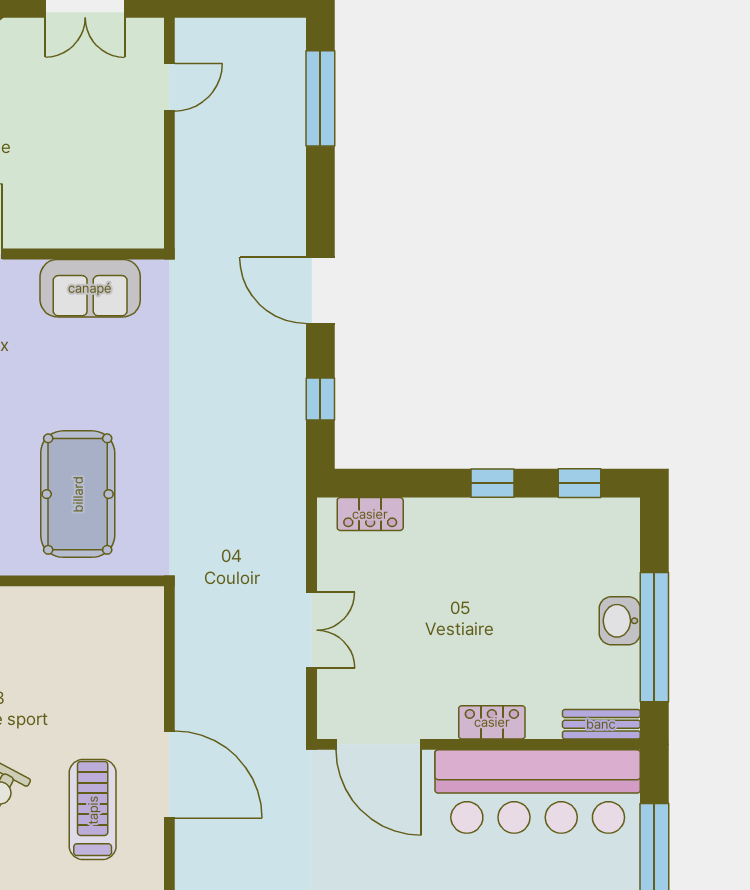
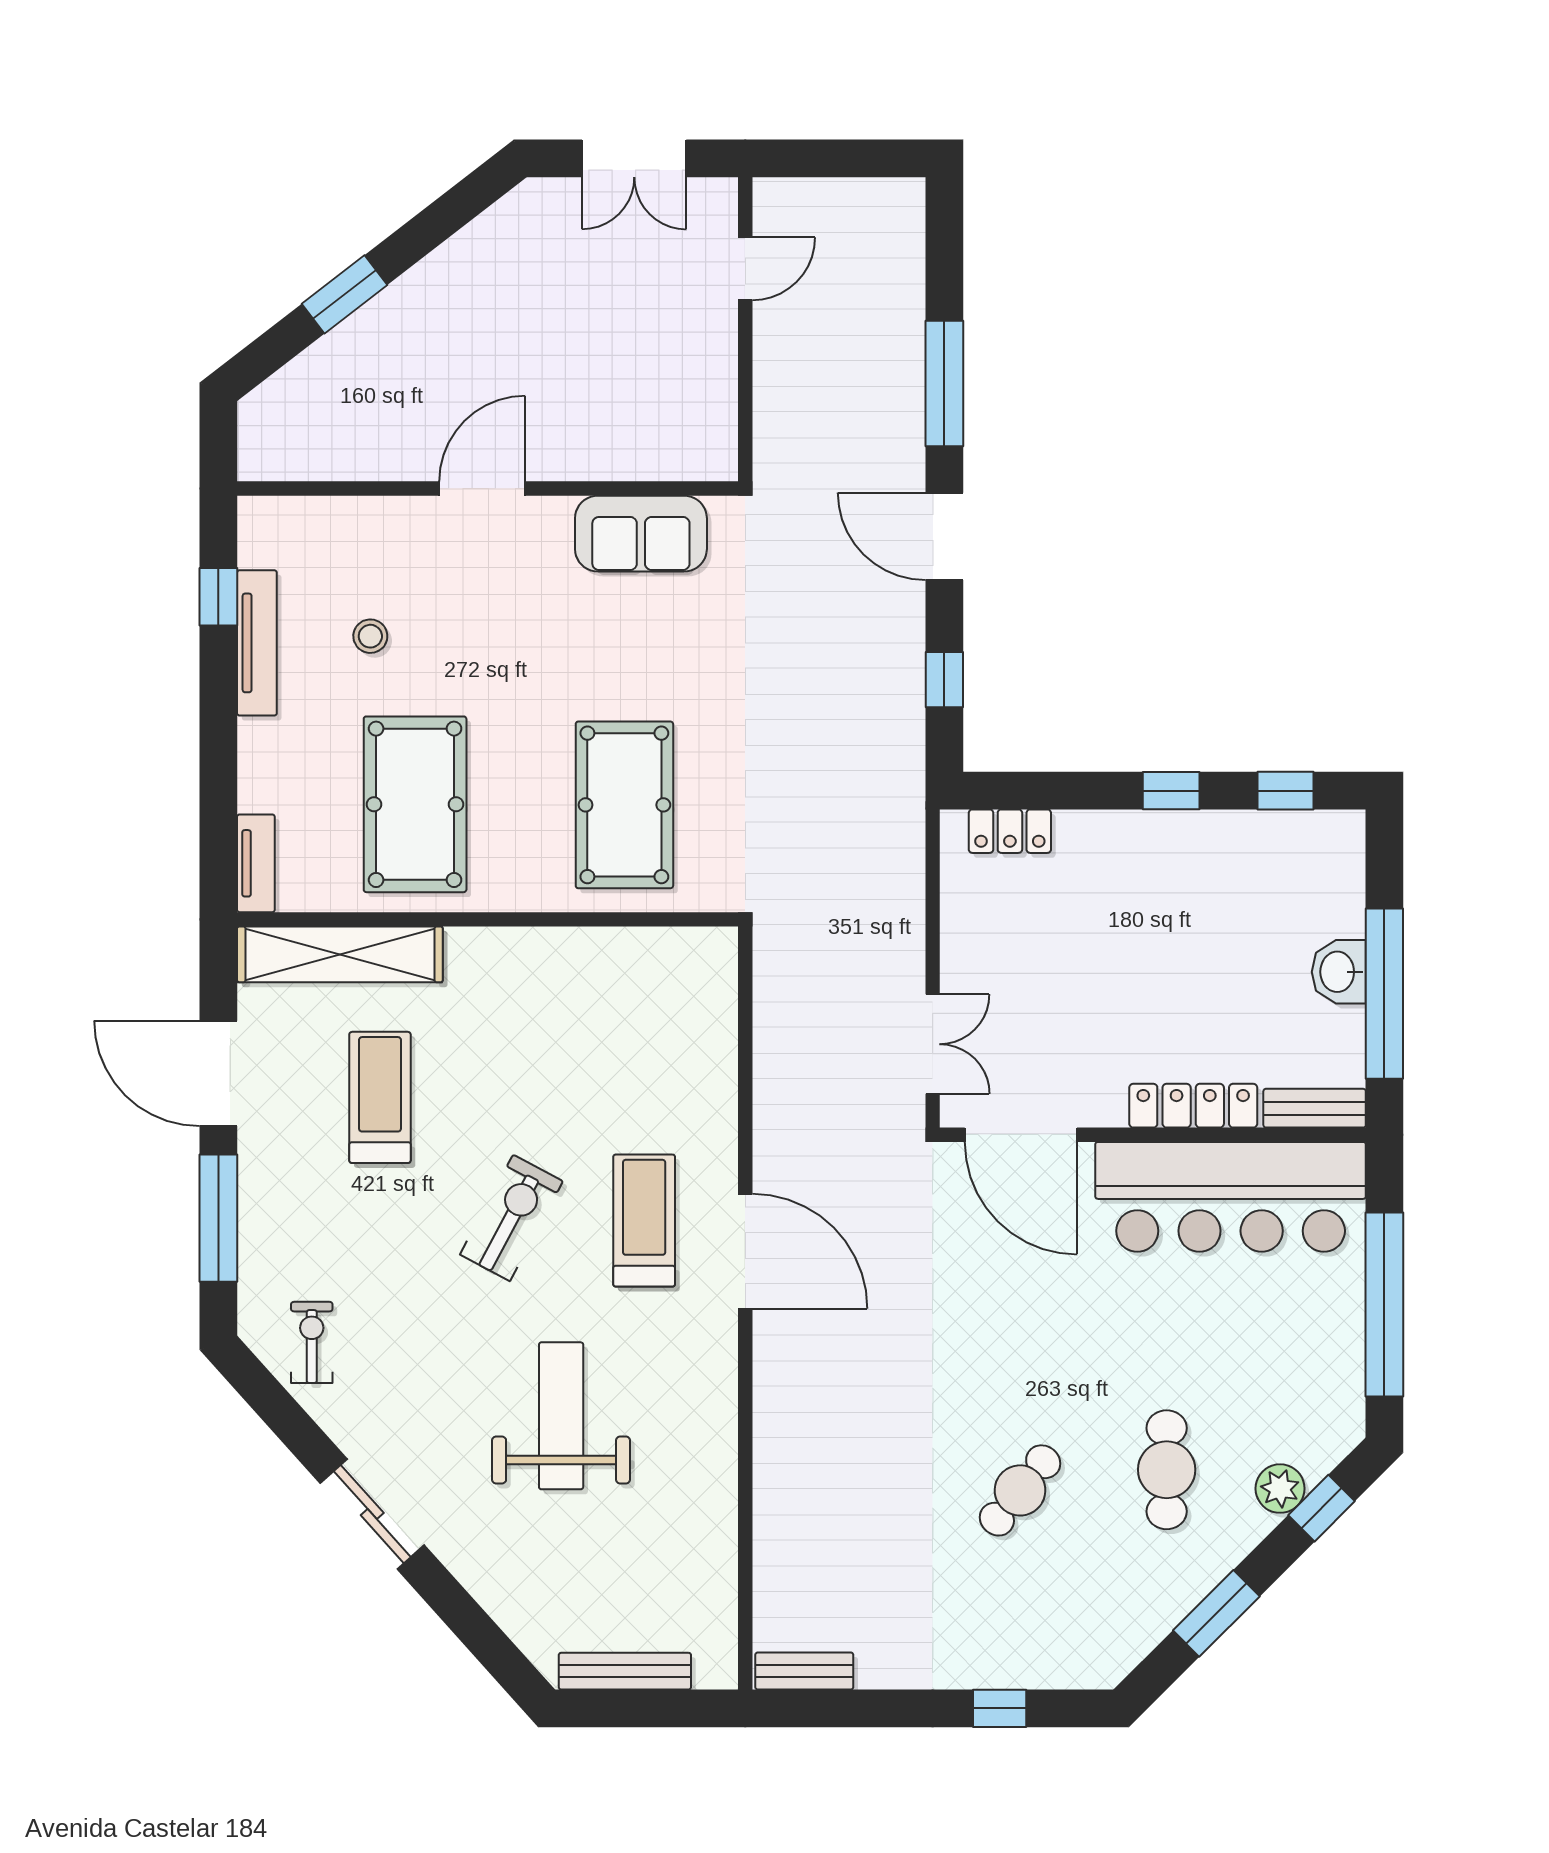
window: (320, 98) -> (944, 383), moved
double door: (312, 630) -> (933, 1044), moved
locker: (492, 722) -> (1193, 1106), width x1.53
door: (169, 774) -> (745, 1251), moved

